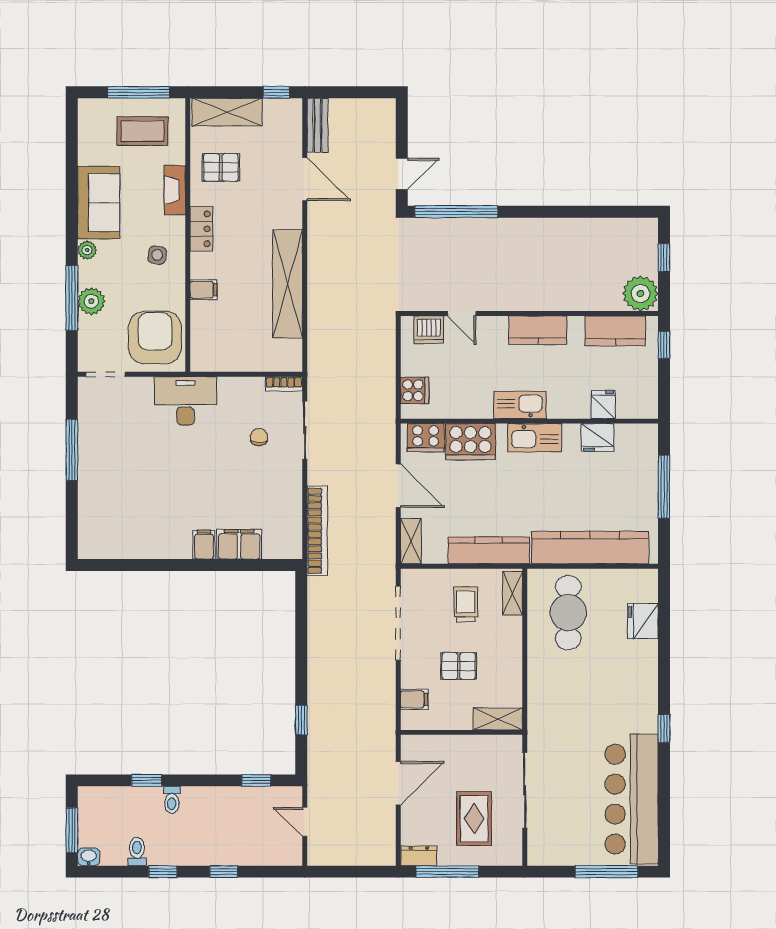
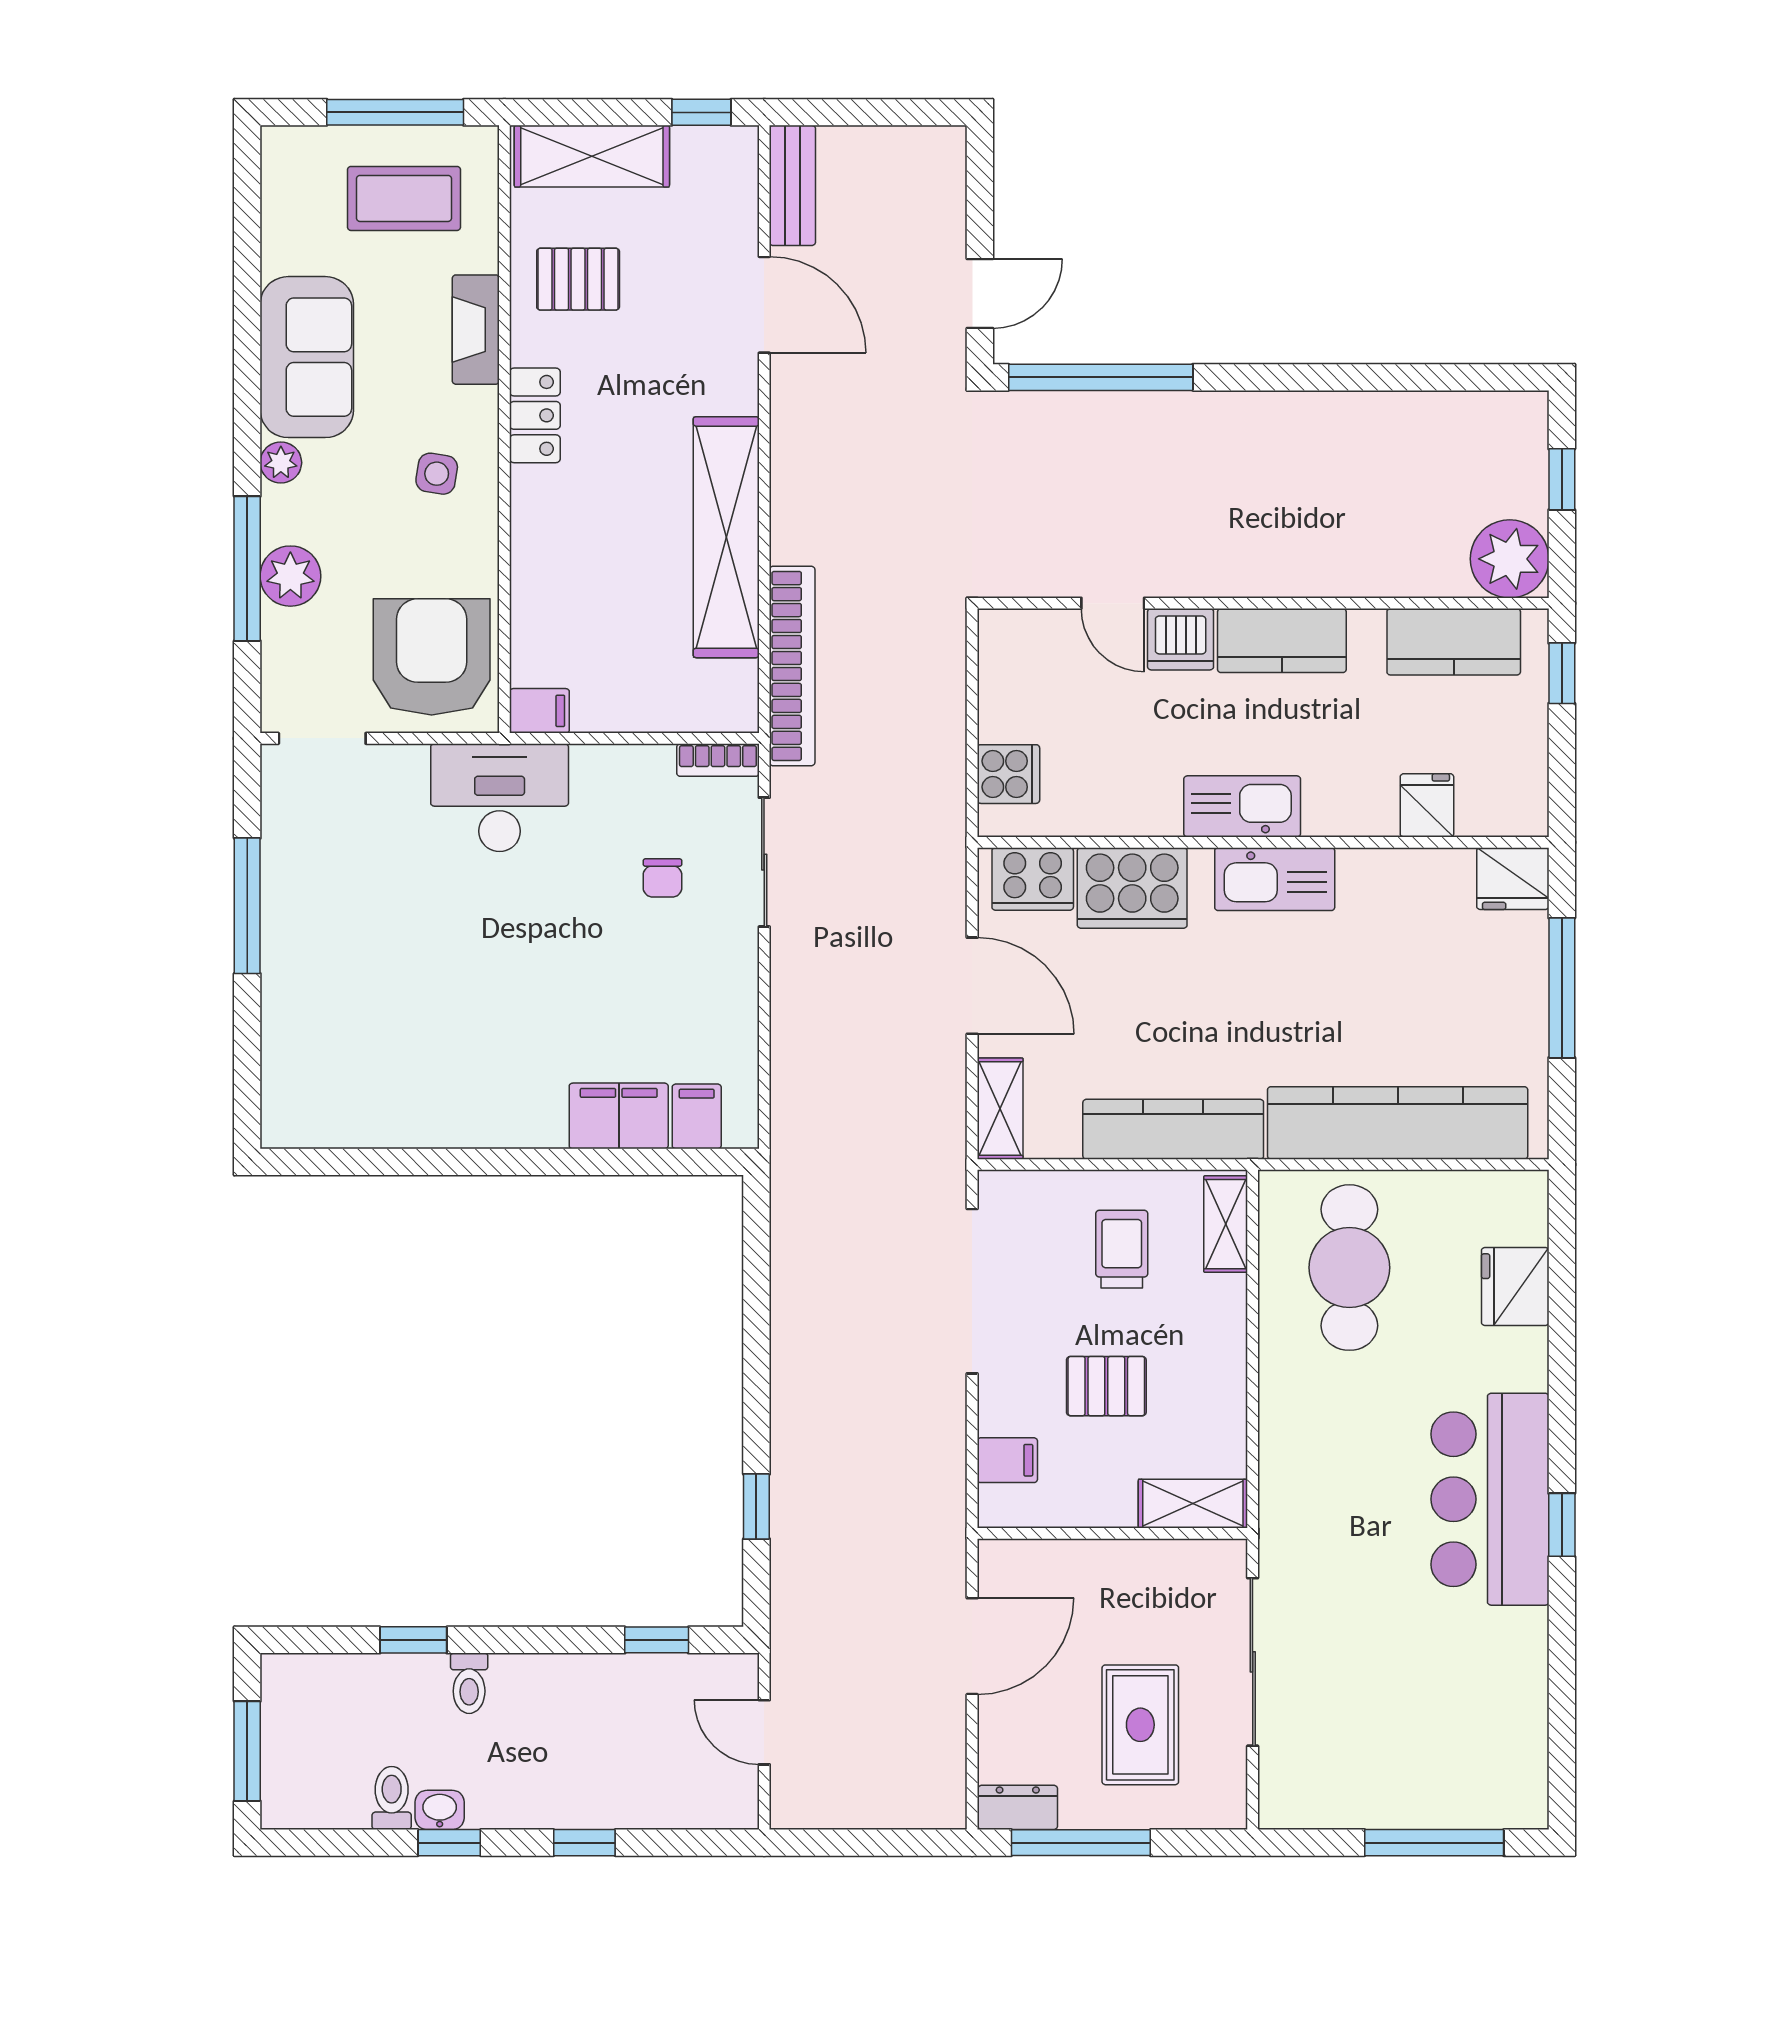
filing cabinet: (203, 290) -> (539, 711), moved
dishwasher: (429, 330) -> (1181, 639), moved
chair: (259, 437) -> (662, 878), turned 180
fridge: (597, 437) -> (1513, 879), moved
bookcase: (317, 531) -> (792, 666), moved
filing cabinet: (204, 545) -> (697, 1116), moved
bar counter: (632, 799) -> (1490, 1499), moved, width x0.73
washbasin: (89, 857) -> (440, 1810), moved

